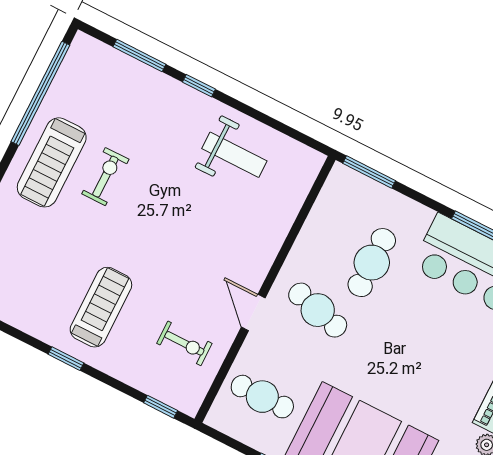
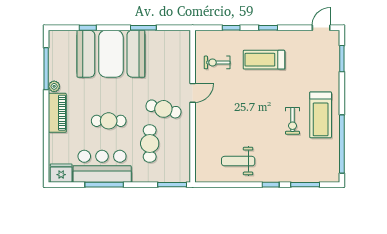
treadmill: (52, 162) -> (321, 115), turned 180
treadmill: (101, 307) -> (264, 60), turned 90
door: (253, 312) -> (193, 93), hinge flipped
cafe table: (262, 397) -> (109, 121), moved
window: (161, 407) -> (231, 28), moved

